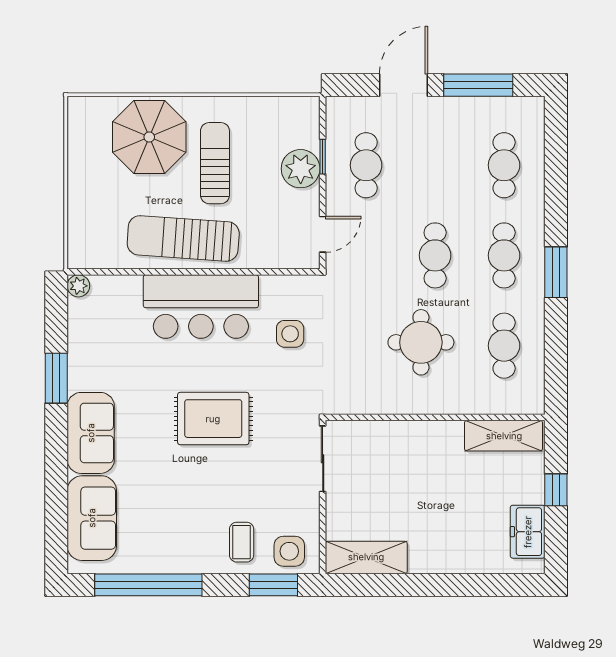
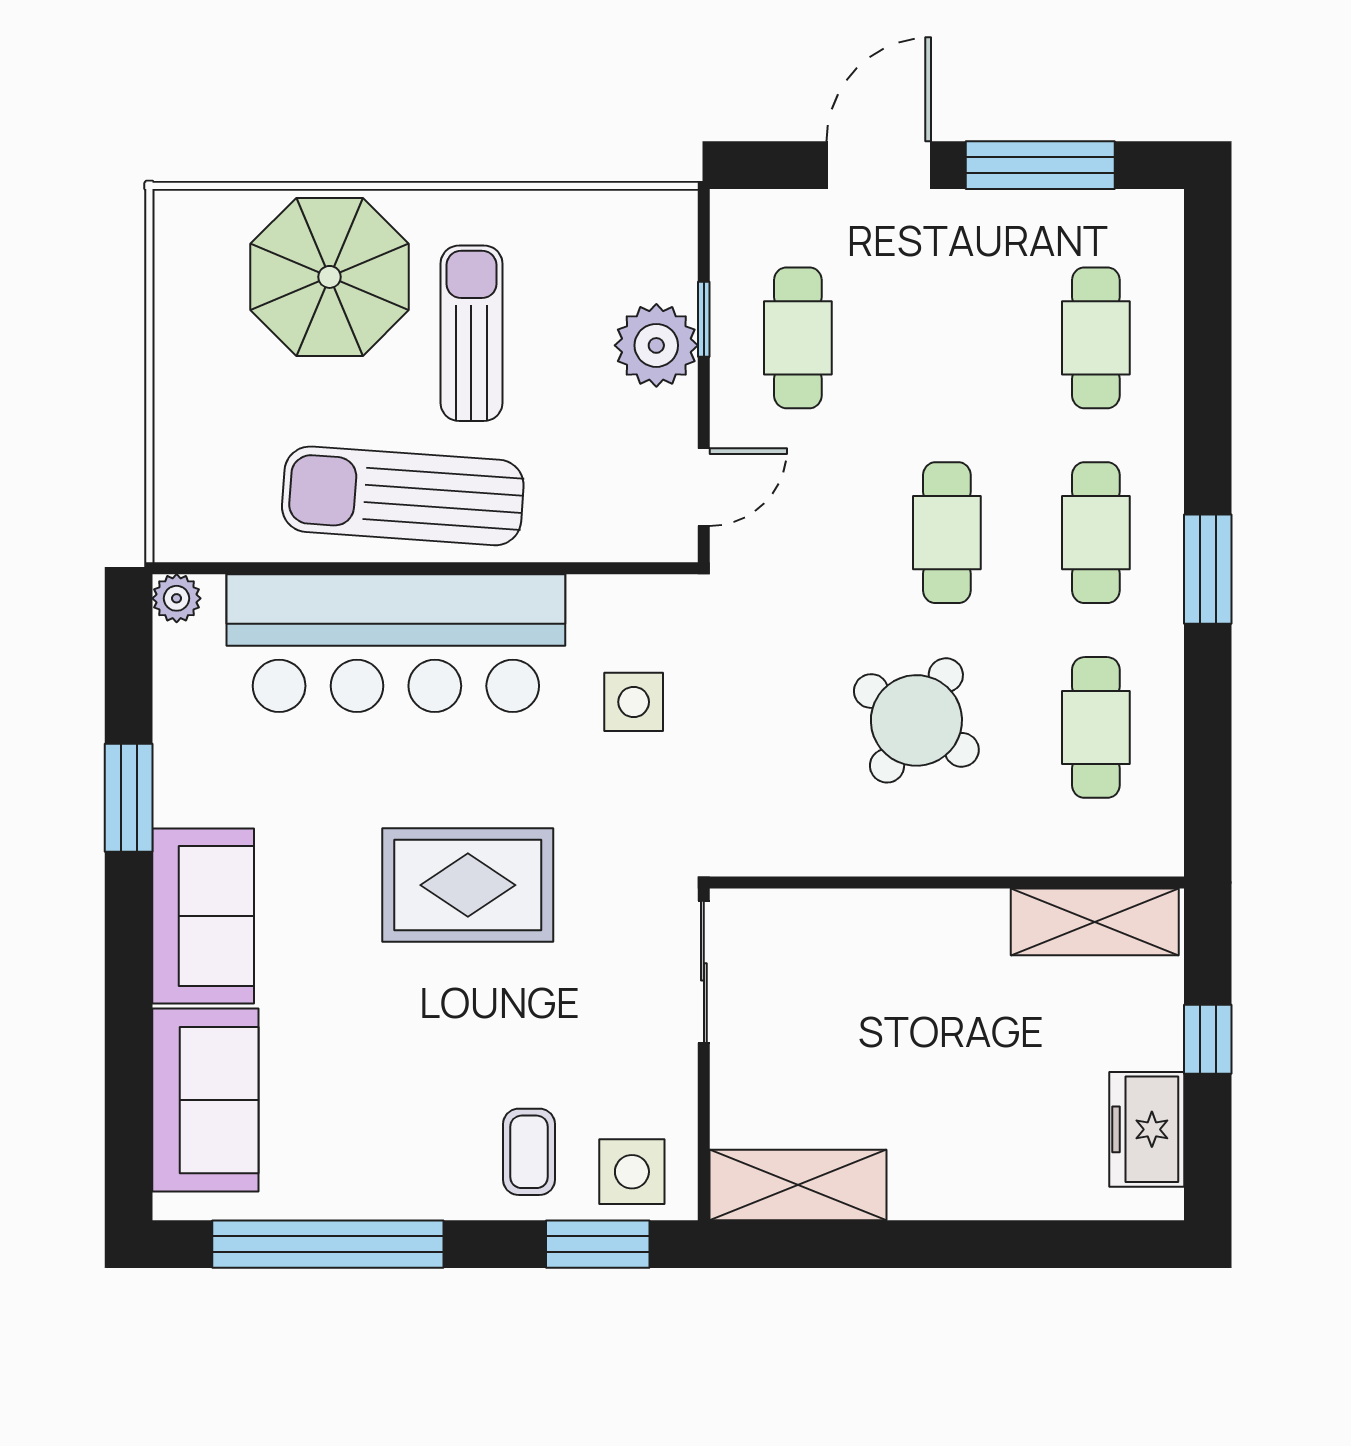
bar counter: (201, 307) -> (396, 643), width x1.36
round table: (421, 342) -> (916, 720), turned 33

